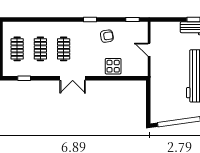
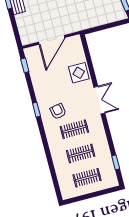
armchair: (107, 36) -> (58, 111), moved
door: (149, 50) -> (52, 40), width x1.88
double door: (73, 78) -> (99, 100), moved

